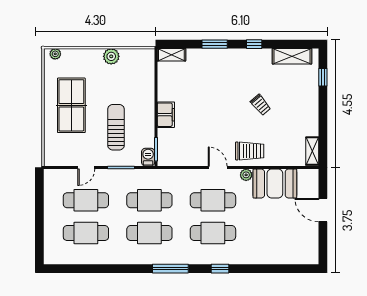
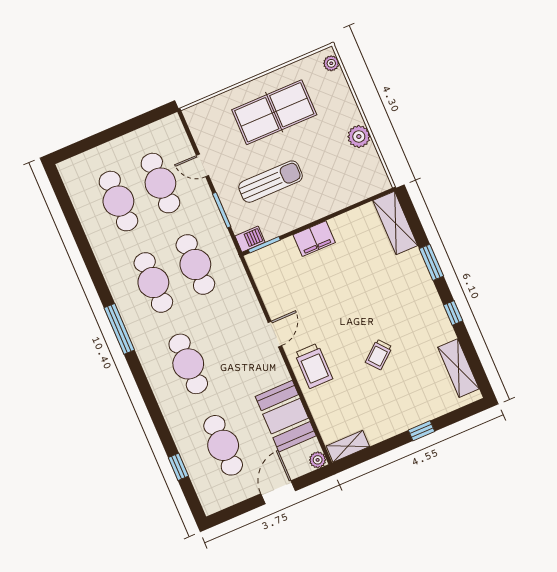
shelving: (171, 55) -> (395, 223), width x1.50, depth x1.33
window: (323, 77) -> (422, 431), moved
plant: (246, 175) -> (318, 460), moved
cafe table: (213, 200) -> (223, 445), moved
window: (220, 269) -> (178, 467), moved

